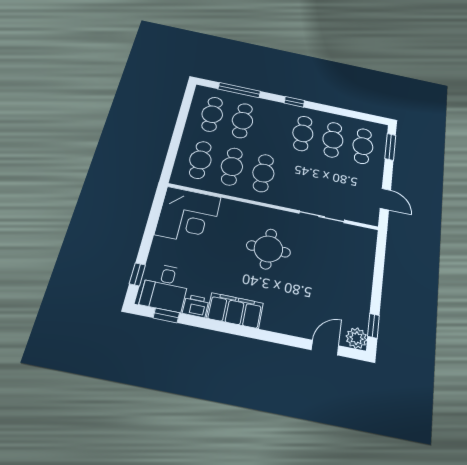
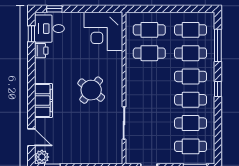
cafe table: (263, 173) -> (191, 76), moved
round table: (268, 249) -> (91, 90), turned 38
filing cabinet: (235, 311) -> (44, 101), moved

